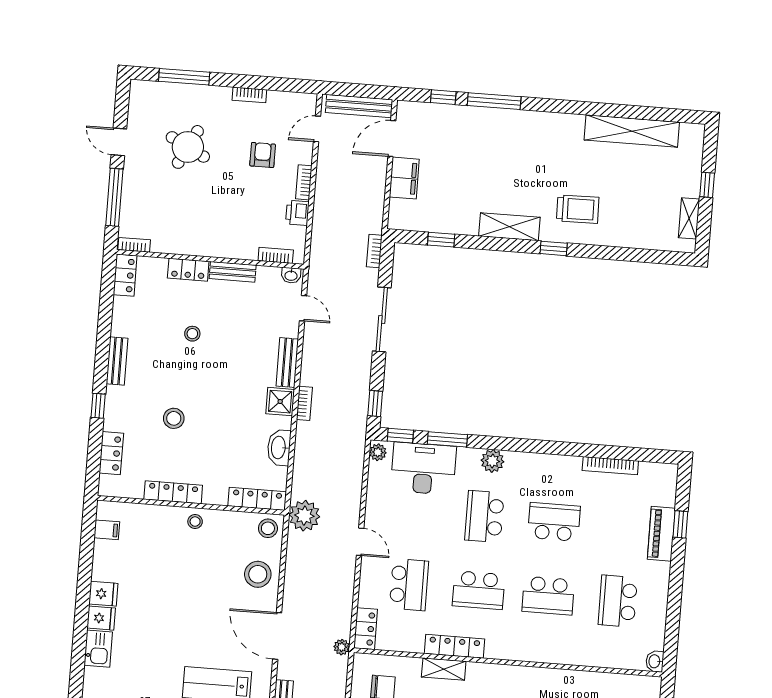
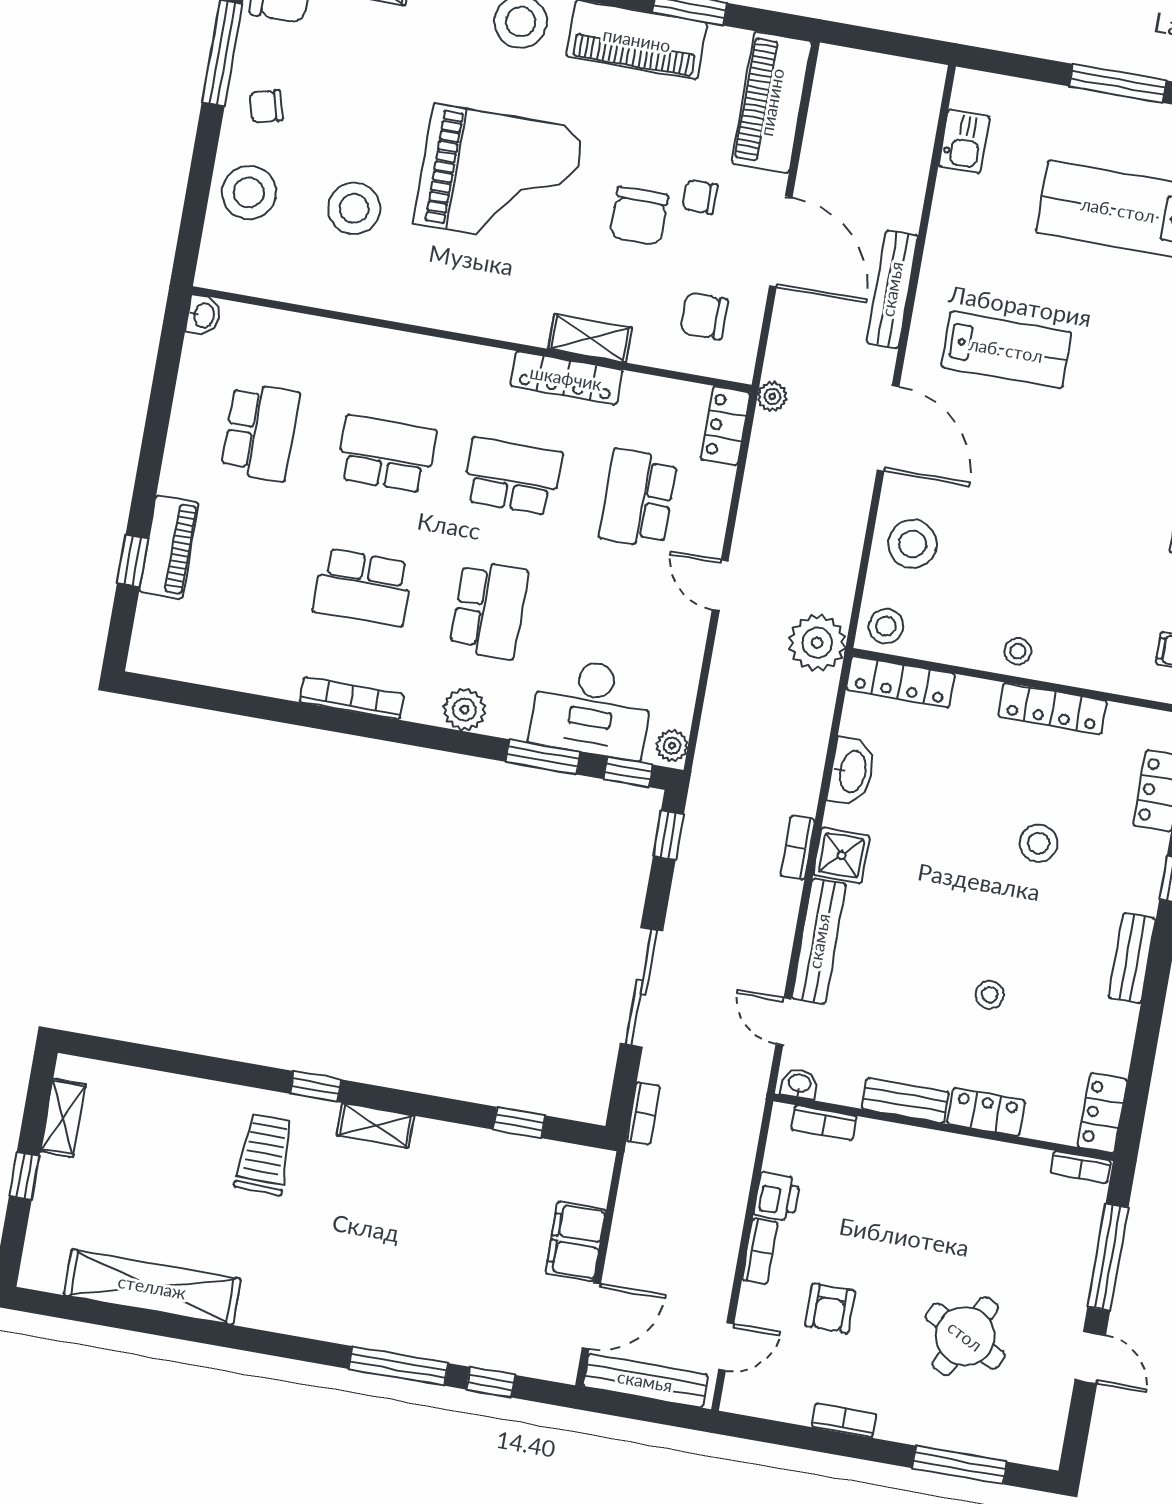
trolley: (578, 209) -> (265, 1154), turned 92
shelving: (509, 227) -> (375, 1125), width x0.67, depth x0.75
bench: (287, 363) -> (819, 941), width x1.36
bookcase: (610, 466) -> (352, 698), moved

